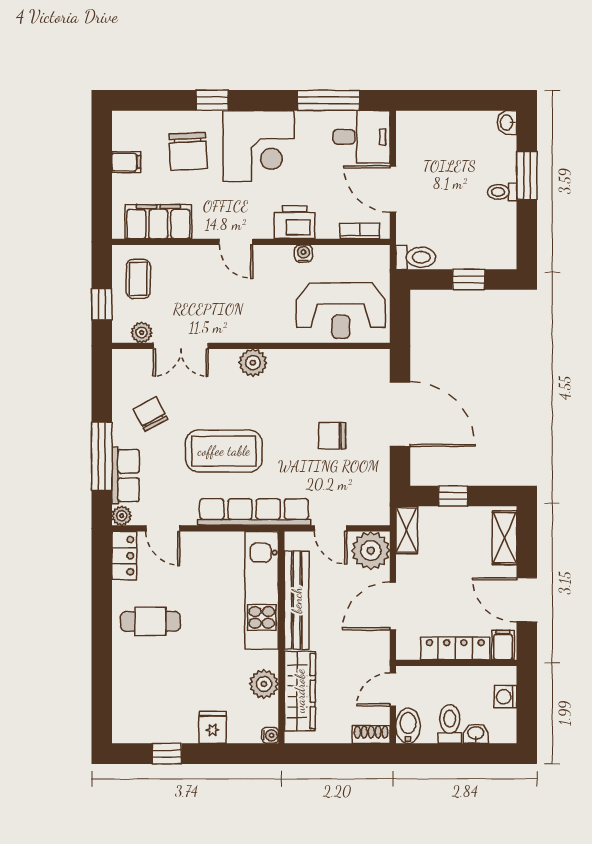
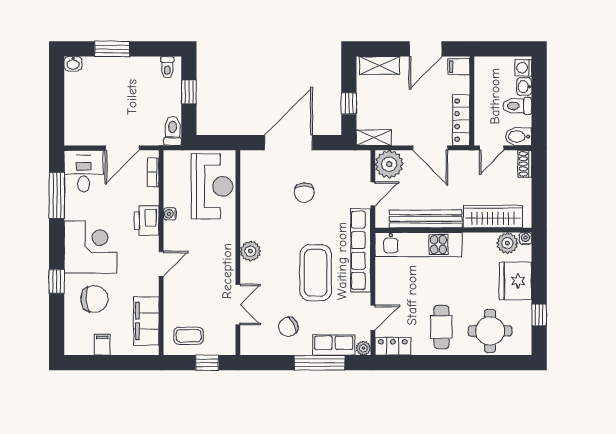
toilet: (502, 192) -> (167, 67), moved
plant: (142, 332) -> (228, 333), removed
locker: (455, 648) -> (461, 120), moved
plant: (264, 684) -> (507, 243), moved
round table: (145, 687) -> (490, 331), added
door: (393, 690) -> (492, 148), hinge flipped
washing machine: (505, 697) -> (523, 68), moved, turned 90
fridge: (213, 727) -> (516, 281), width x1.88, depth x1.34

